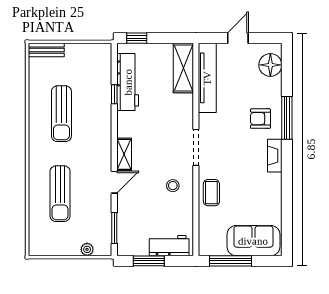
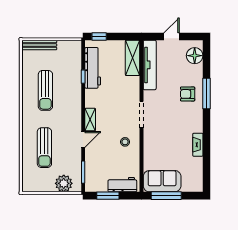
bench: (46, 50) -> (39, 45), width x1.36
fireplace: (275, 156) -> (198, 145), moved
coffee table: (211, 193) -> (153, 147), removed
sofa: (253, 241) -> (162, 181), moved
plant: (87, 249) -> (64, 183), width x1.88, depth x1.88

